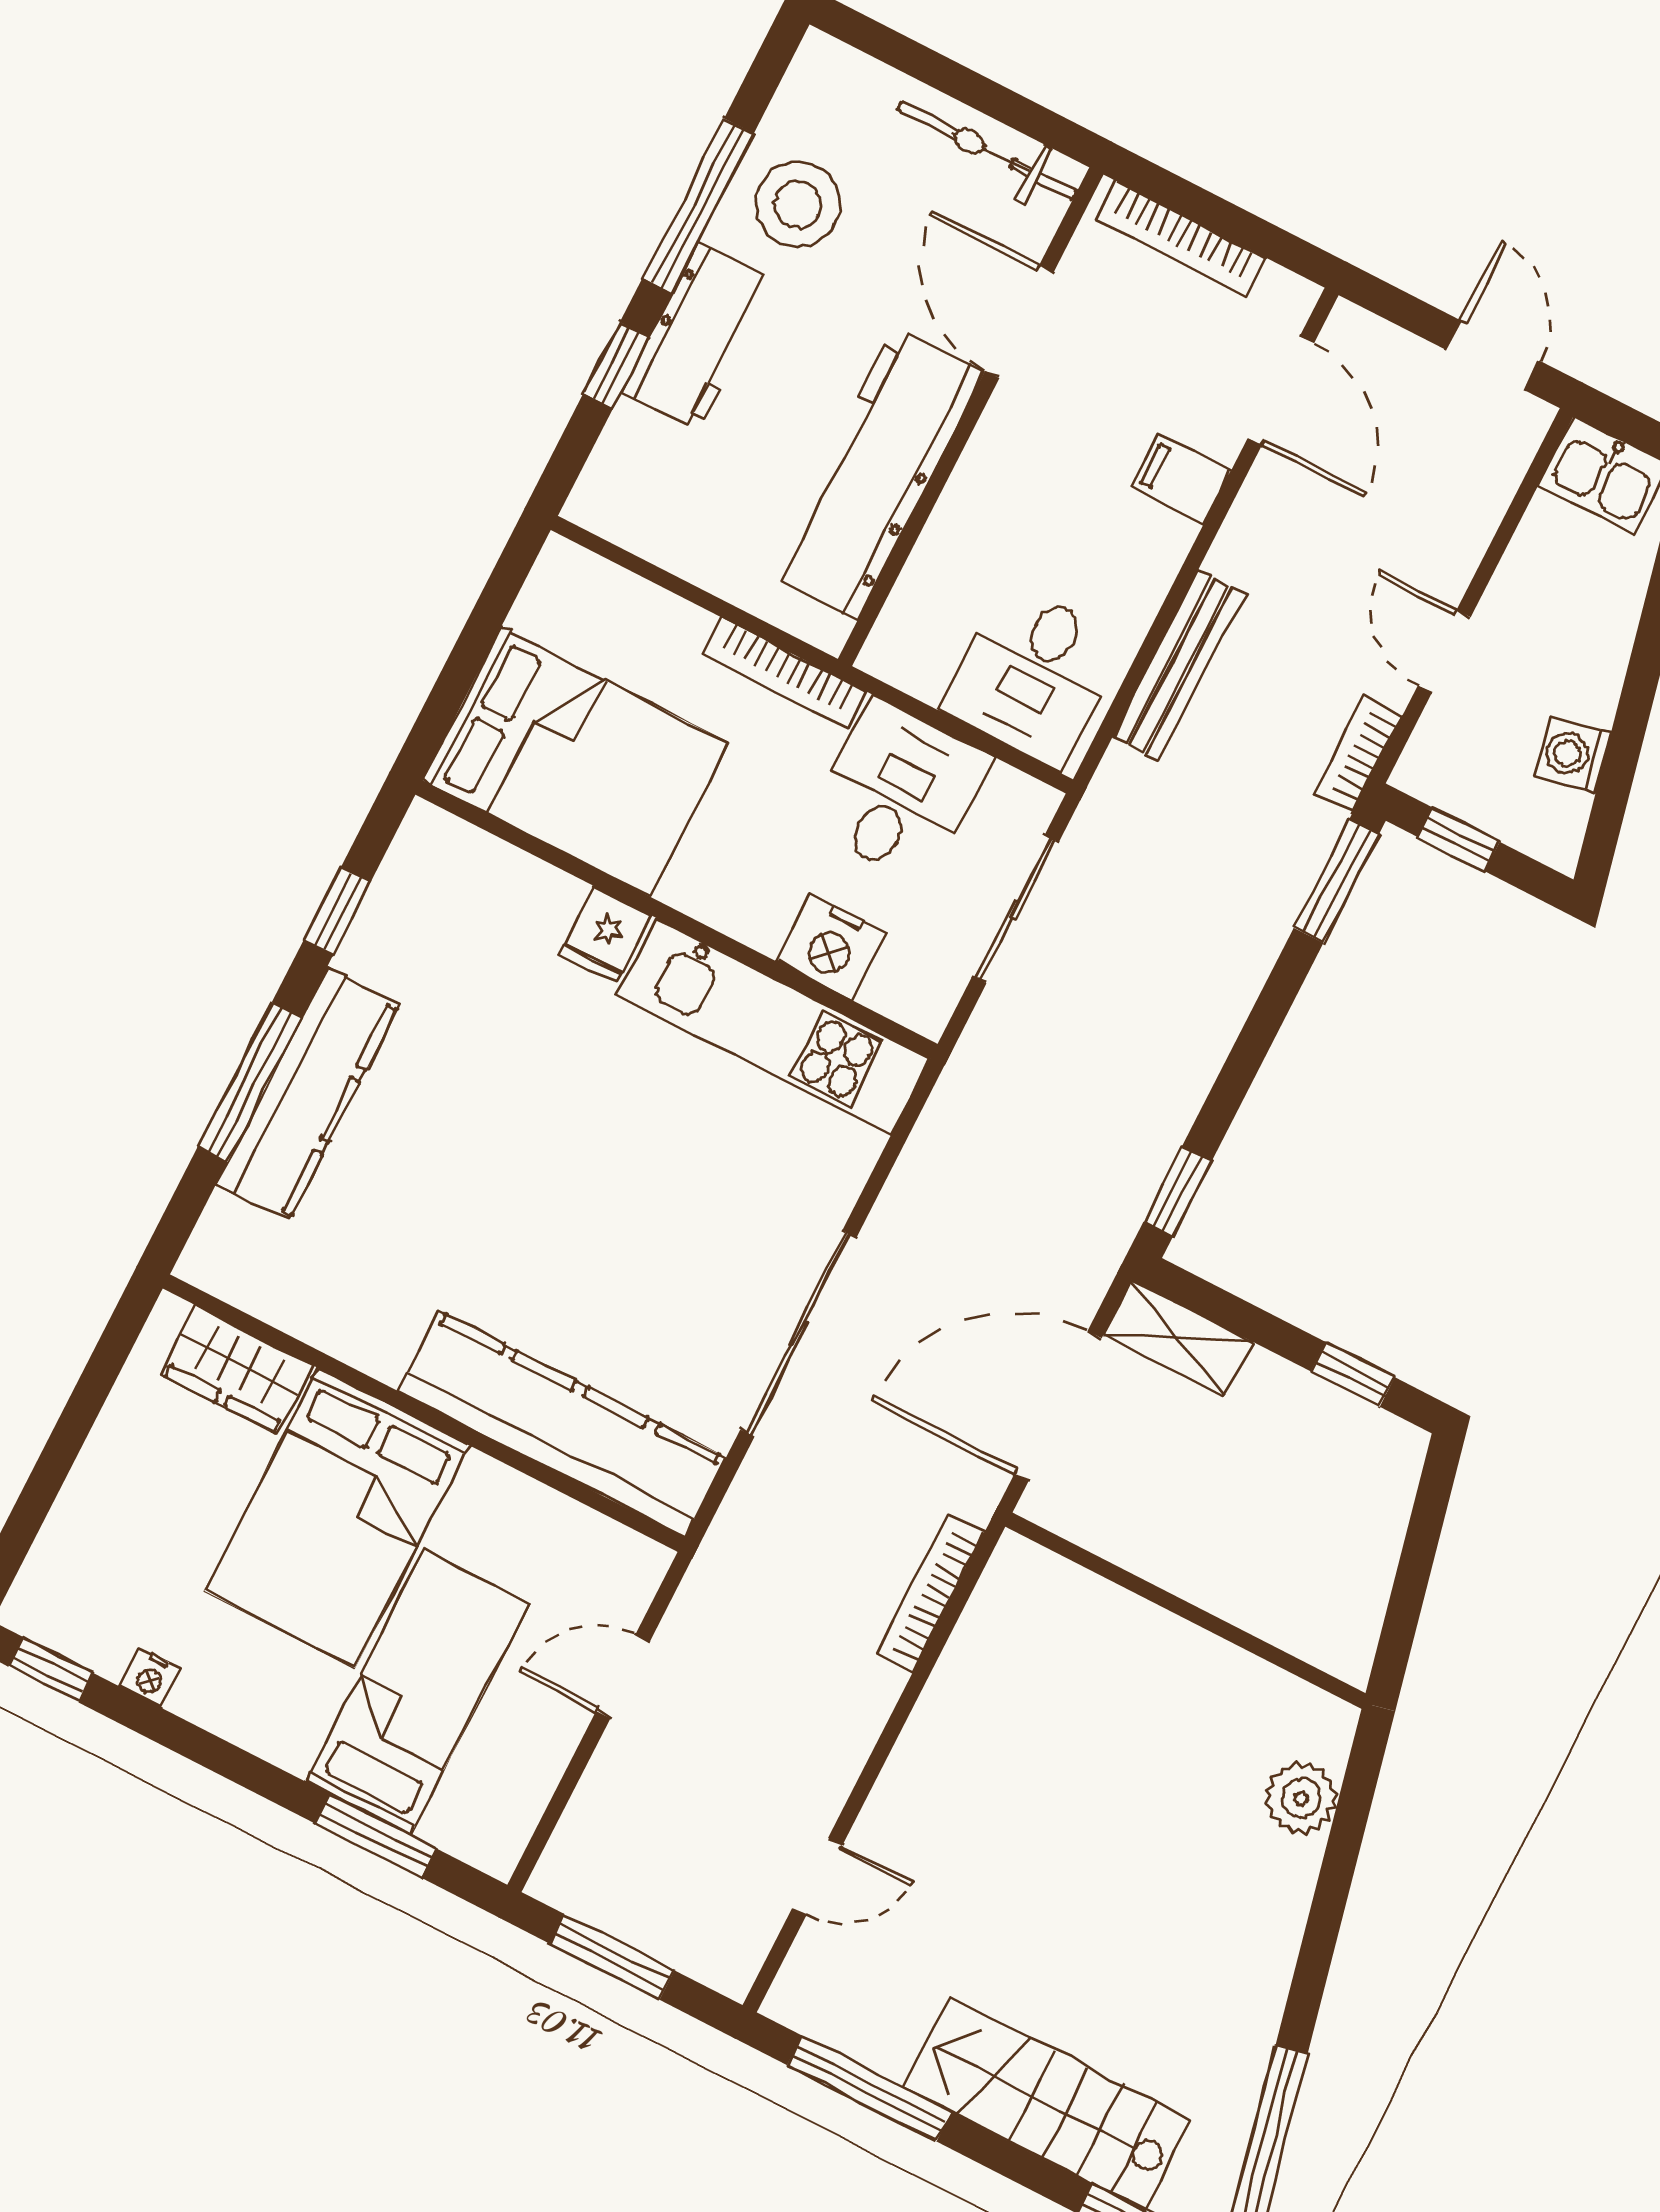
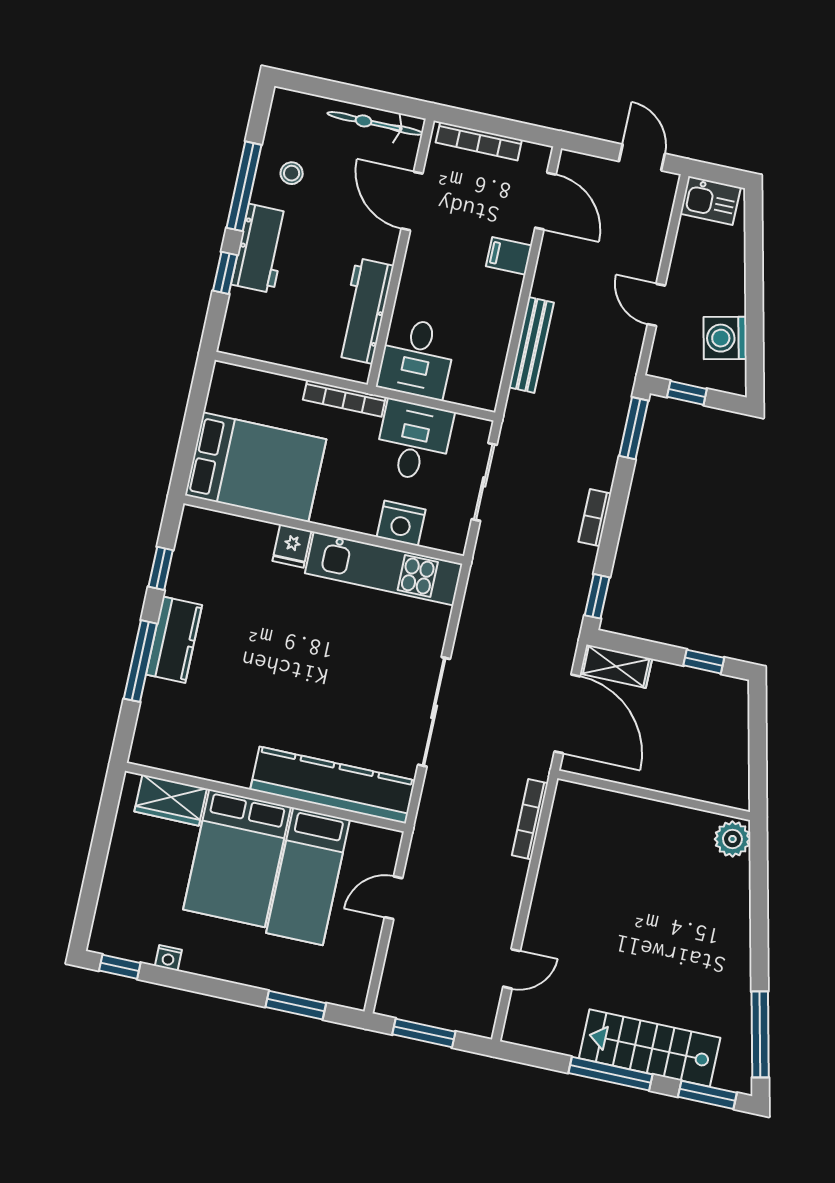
stool: (798, 205) -> (292, 173), width x0.53, depth x0.53
workbench: (876, 473) -> (365, 311), width x0.73, depth x0.76
desk: (1033, 675) -> (417, 358), moved
bookcase: (1358, 753) -> (595, 518), moved
washing machine: (1573, 755) -> (725, 338), width x1.38, depth x1.38
kitchen counter: (308, 1094) -> (174, 640), width x0.67
door: (1058, 1406) -> (567, 714), swing flipped
bed: (417, 1692) -> (308, 876), moved, turned 180
plant: (1301, 1798) -> (732, 839), moved
window: (869, 2089) -> (610, 1074), moved

